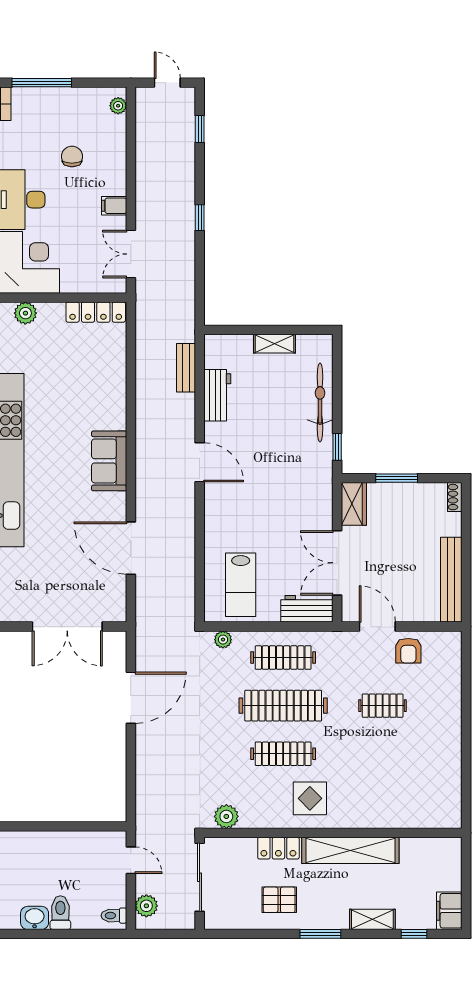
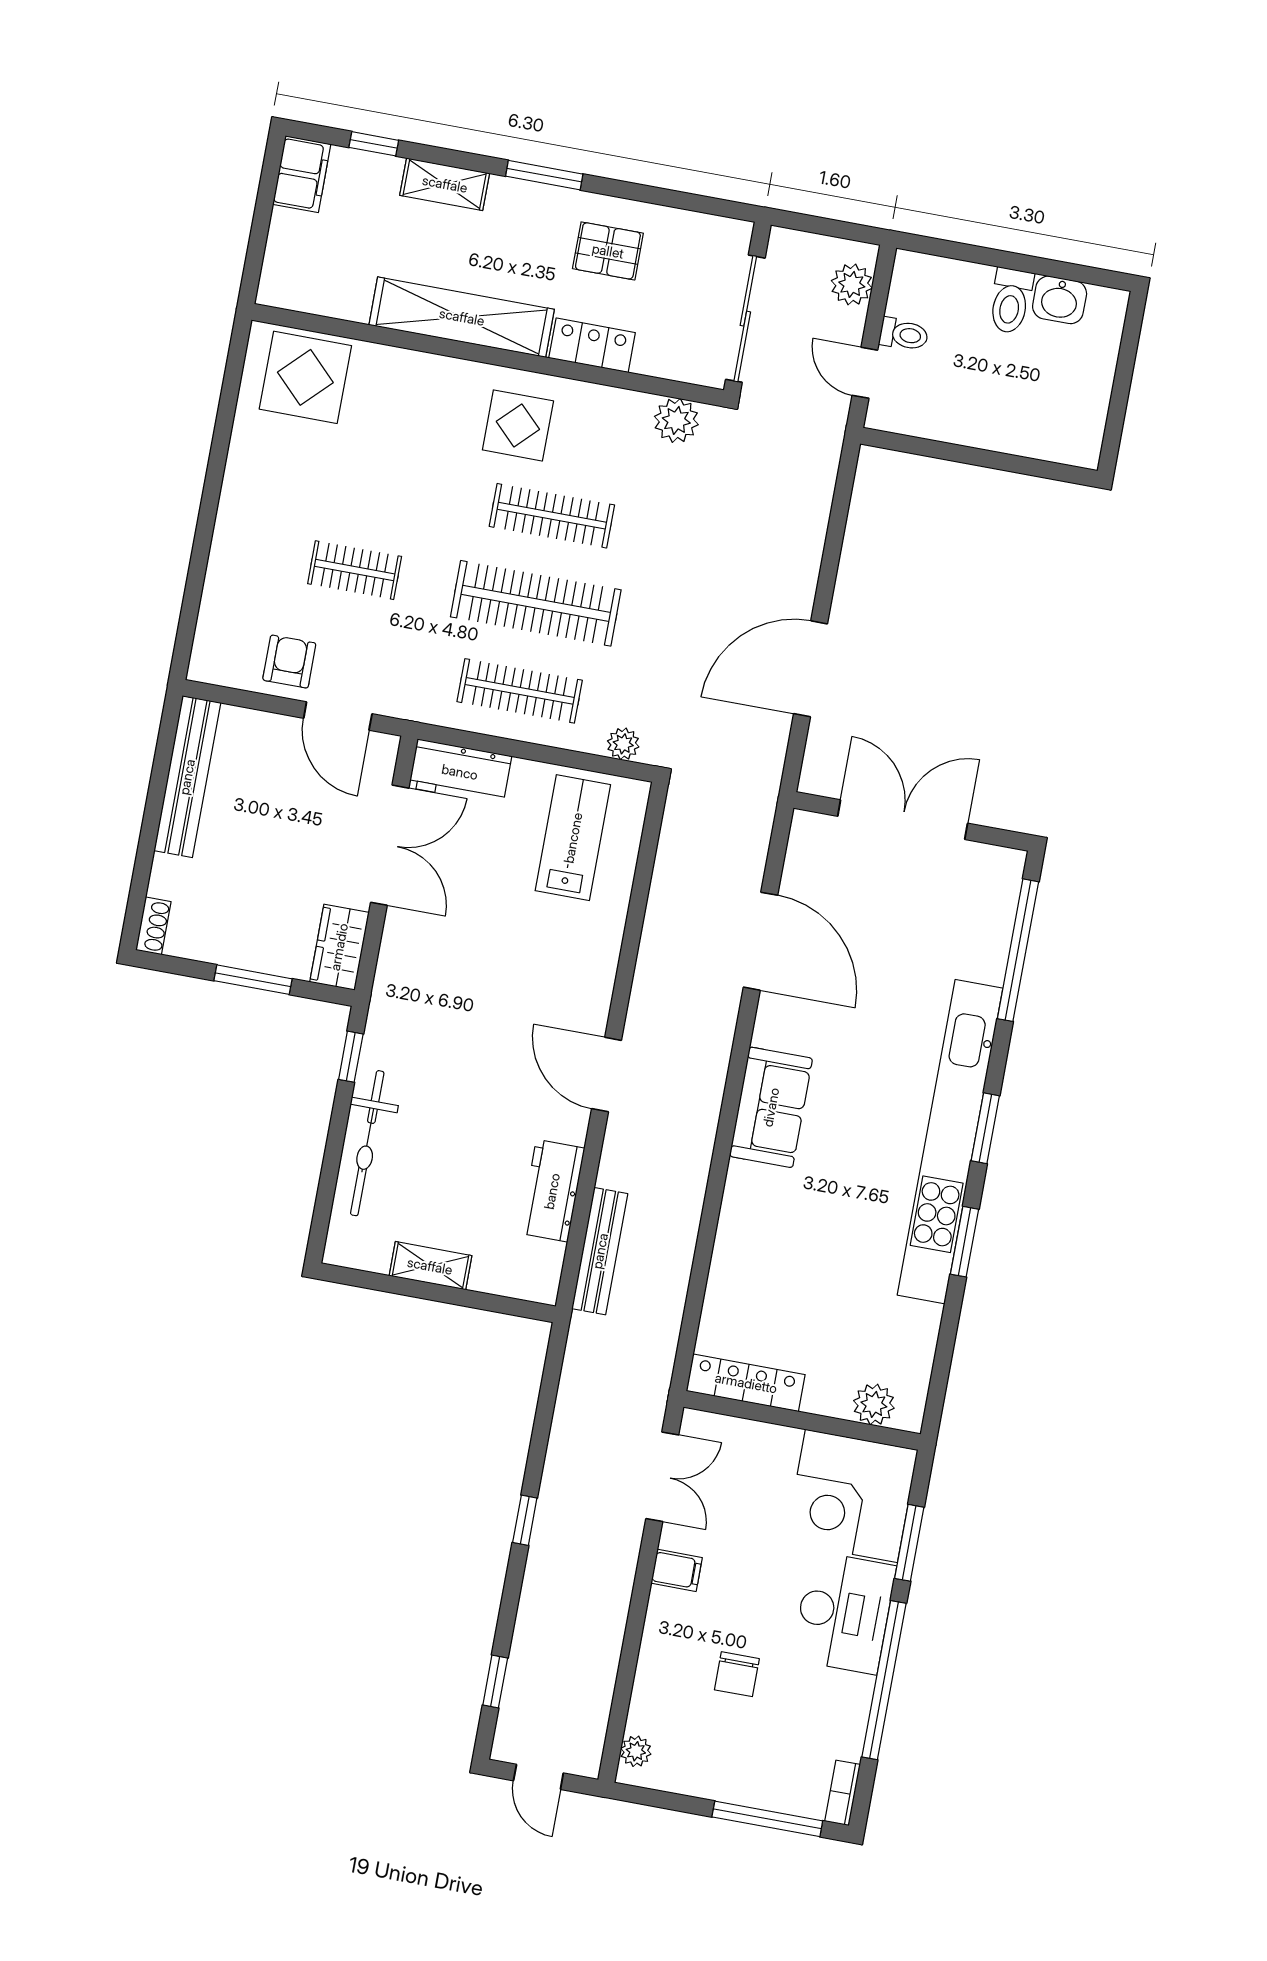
bench: (186, 368) -> (600, 1251), width x1.36
display table: (428, 803) -> (305, 377), added
toilet: (114, 916) -> (904, 334), moved

